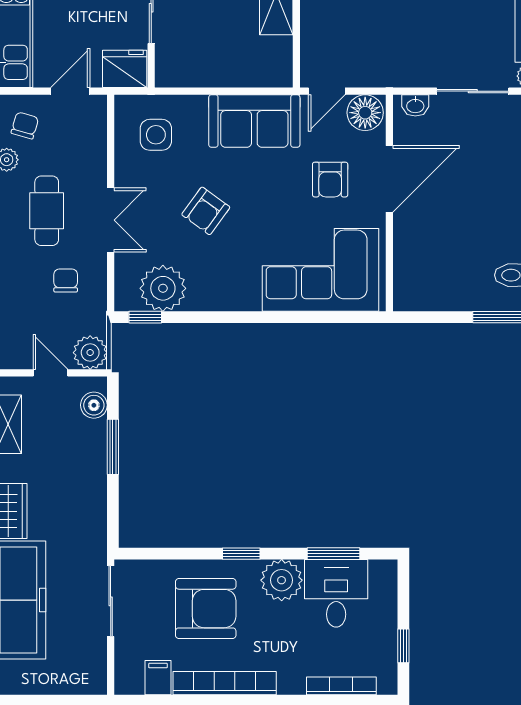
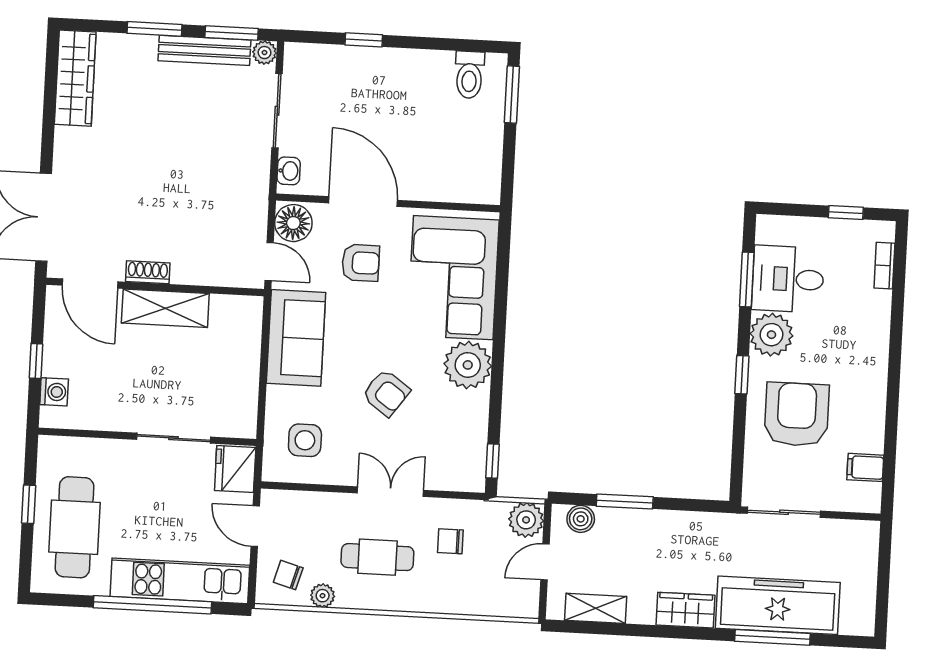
plant: (163, 288) -> (468, 365), moved
bookcase: (225, 683) -> (875, 399), removed
bookcase: (341, 686) -> (884, 266), width x0.64

